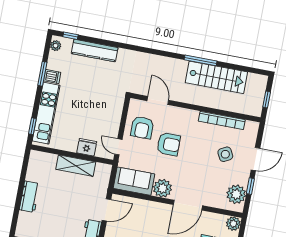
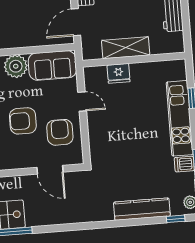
fridge: (87, 147) -> (119, 73), moved
wall: (72, 155) -> (134, 60), moved
shelving: (76, 166) -> (126, 48), moved

